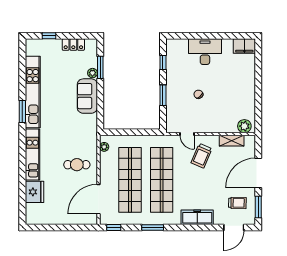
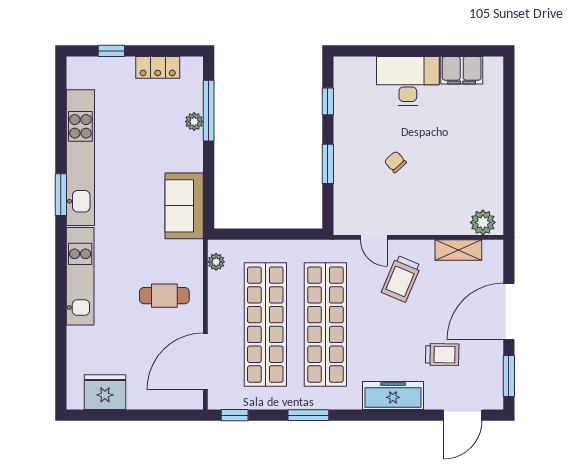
filing cabinet: (244, 46) -> (462, 70), moved
window: (100, 67) -> (209, 111), width x1.44
sofa: (87, 96) -> (184, 206), moved
fridge: (34, 192) -> (105, 392), moved, turned -90
trolley: (237, 203) -> (442, 355), moved

